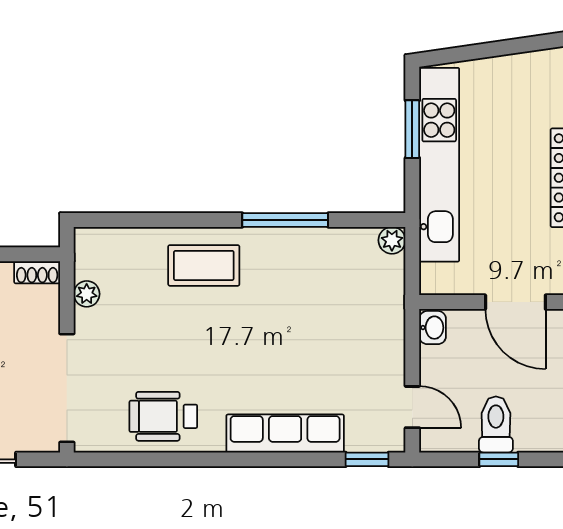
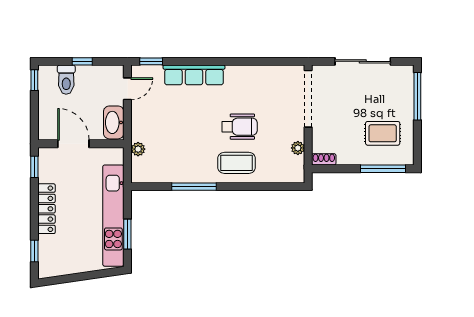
plant: (392, 240) -> (138, 149), moved
washbasin: (433, 328) -> (114, 122), width x1.91, depth x1.45
door: (412, 407) -> (127, 89), swing flipped
wheelchair: (163, 416) -> (240, 127), moved
toilet: (496, 424) -> (66, 80), moved

